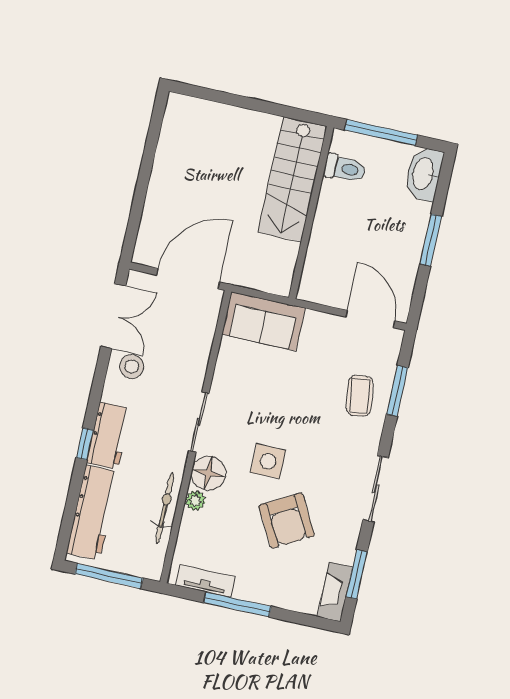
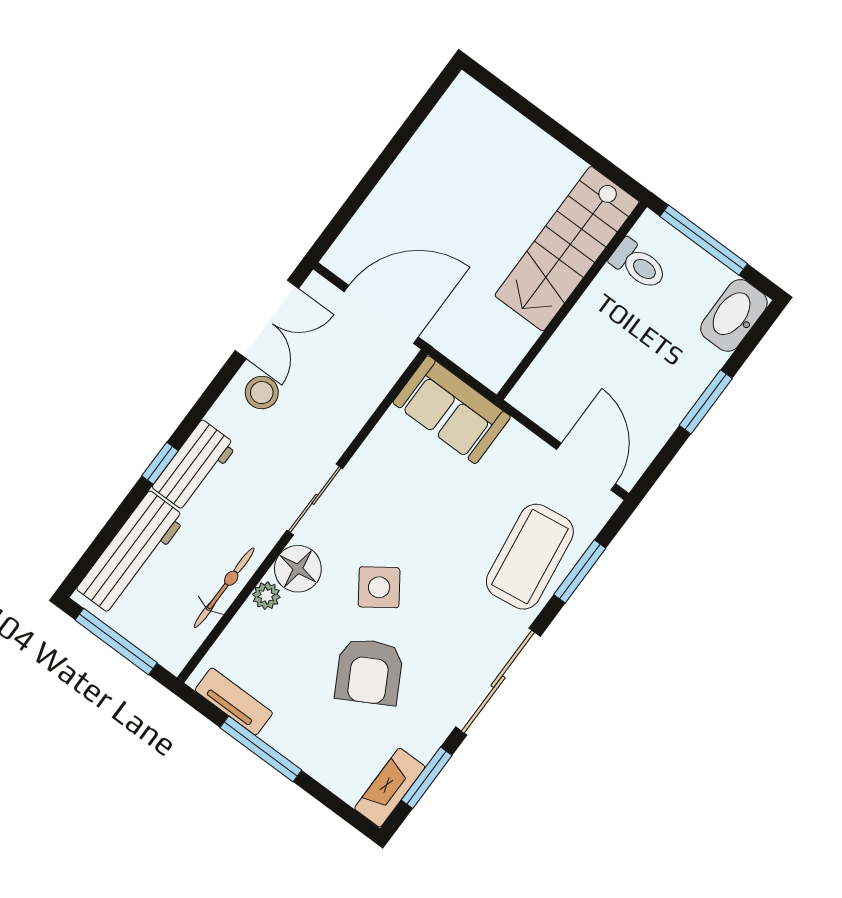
coffee table: (360, 396) -> (530, 557), width x1.86, depth x1.72
side table: (268, 461) -> (379, 587), turned -35
sliding door: (376, 489) -> (498, 682), width x1.37

